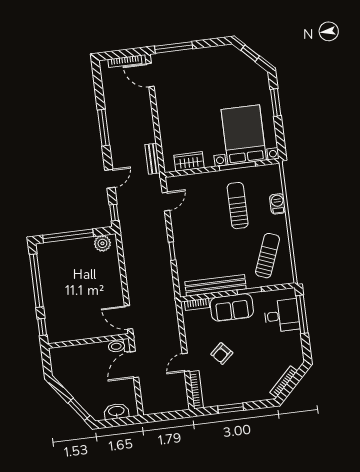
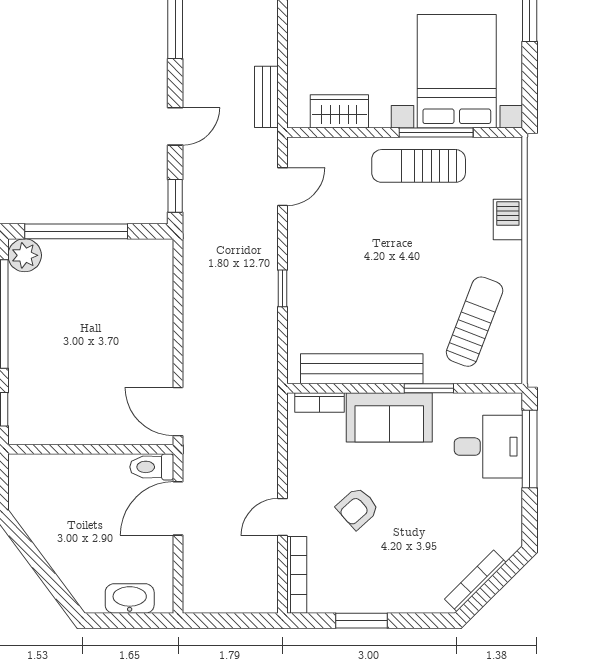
sun lounger: (238, 206) -> (419, 166), moved, turned -90
plant: (102, 243) -> (25, 255), moved
window: (79, 409) -> (54, 585), removed

